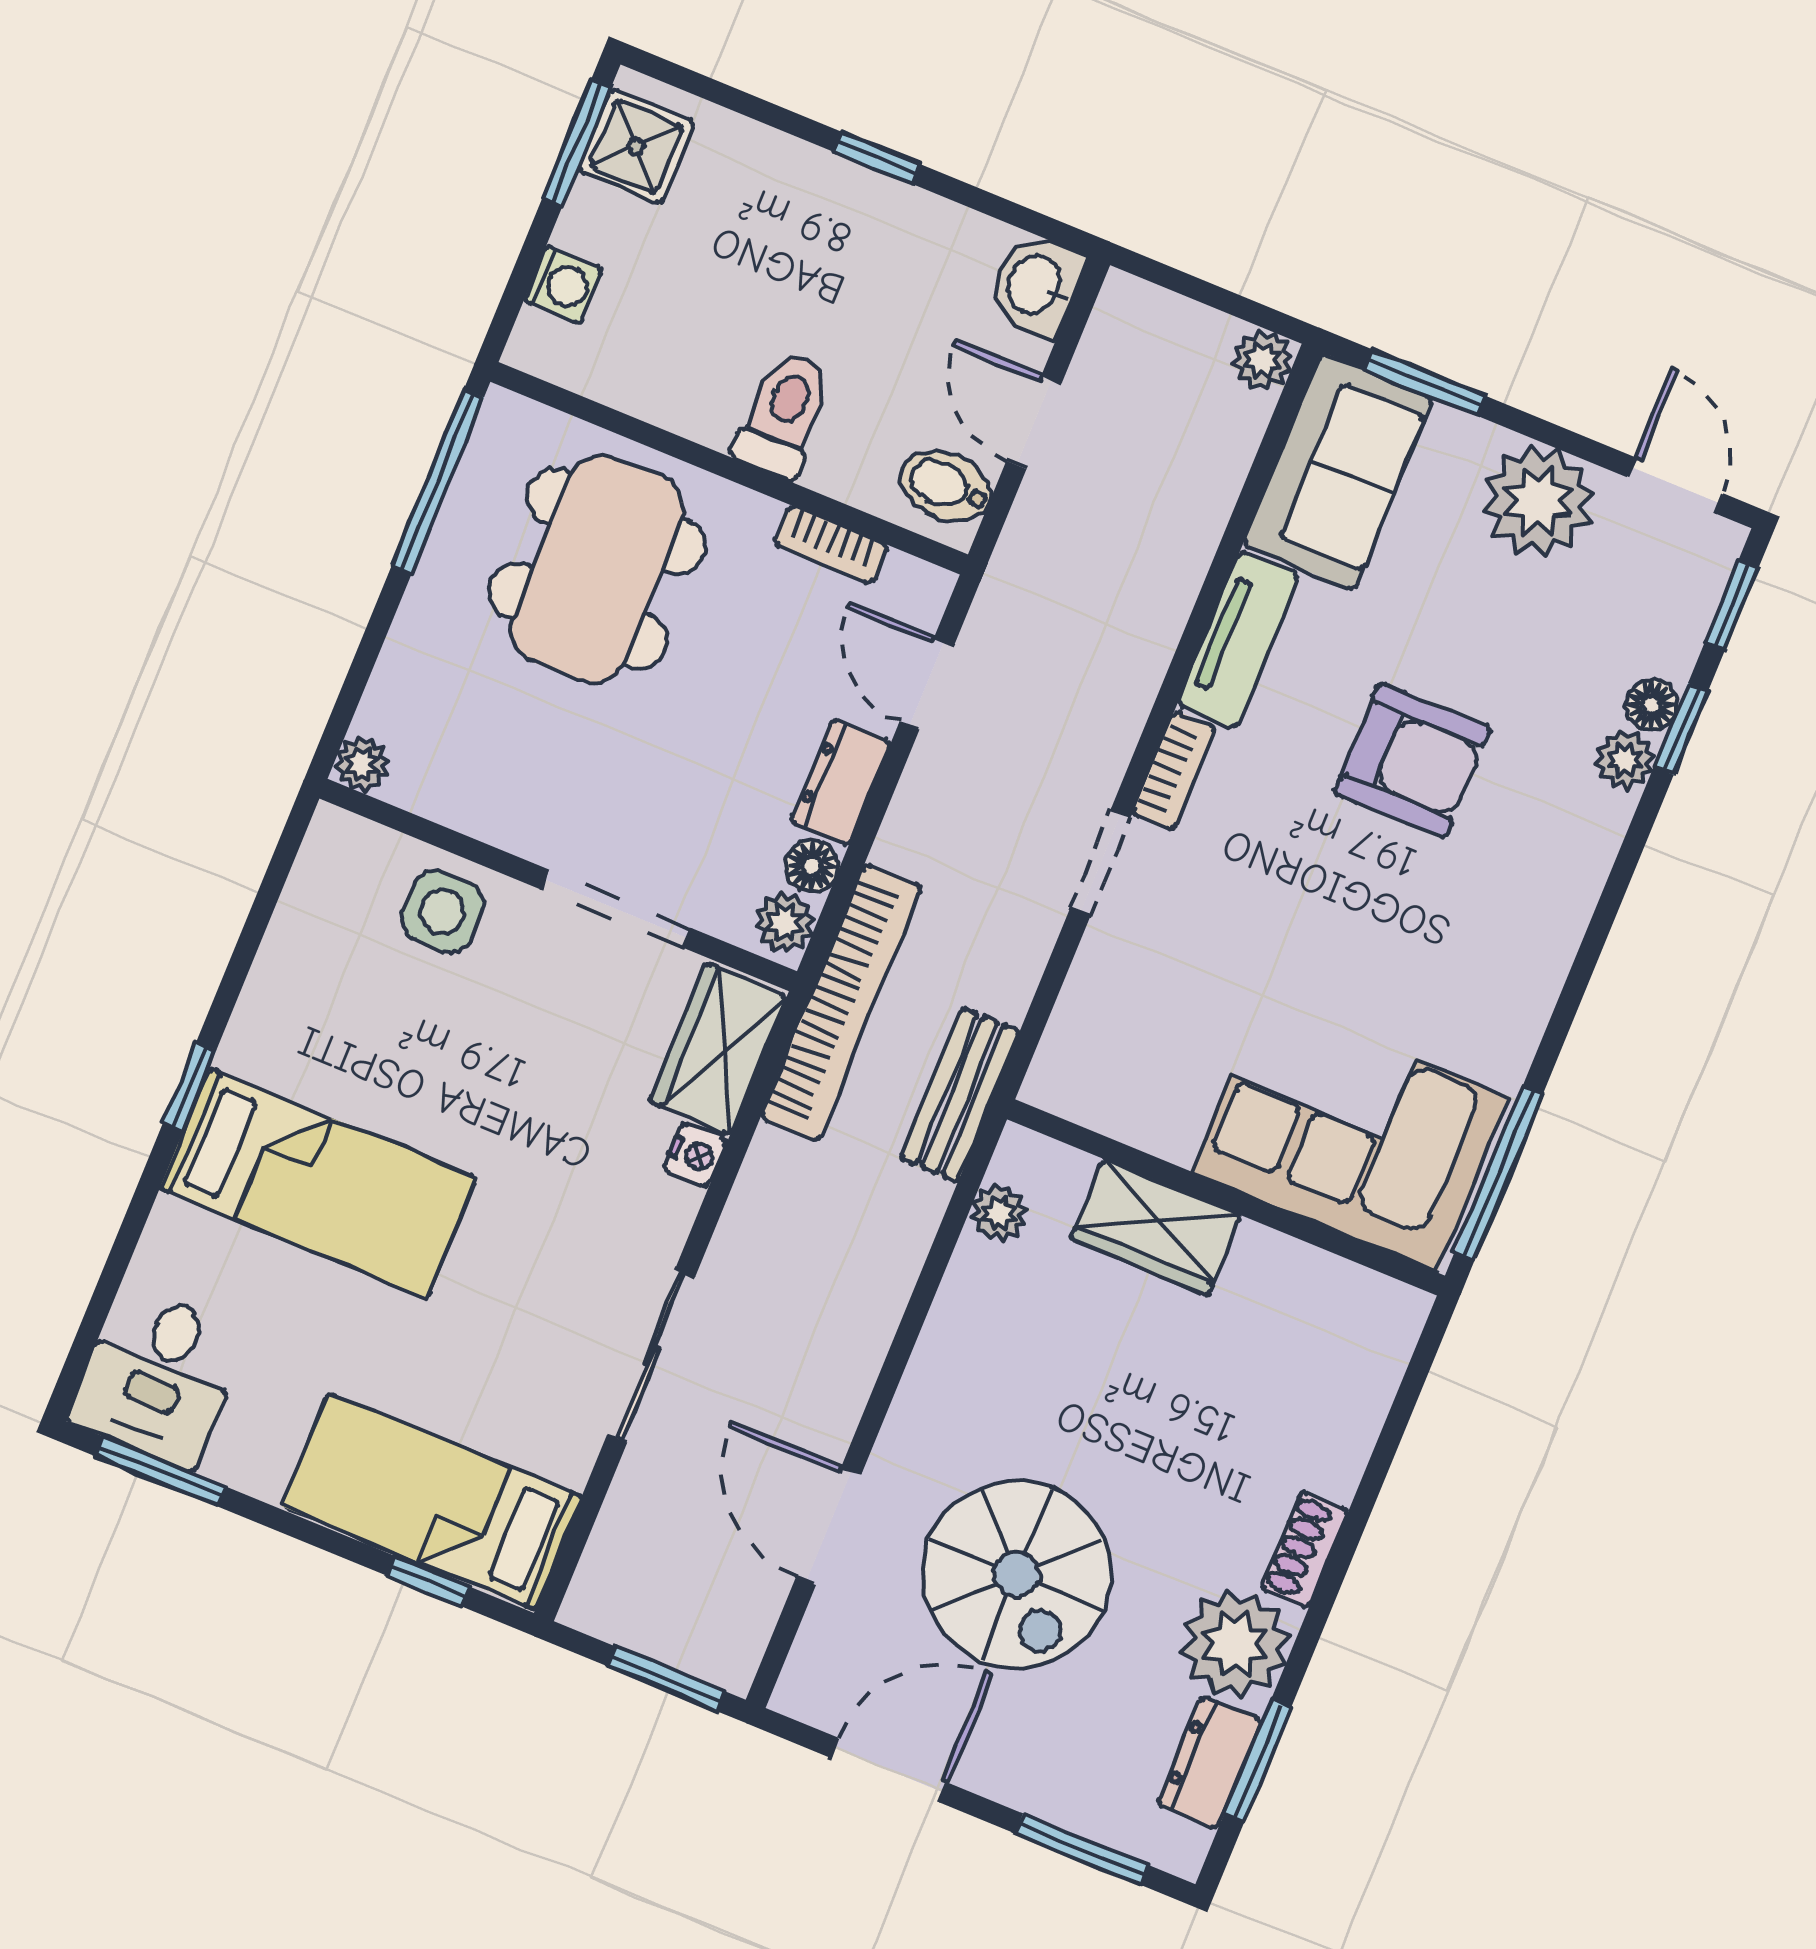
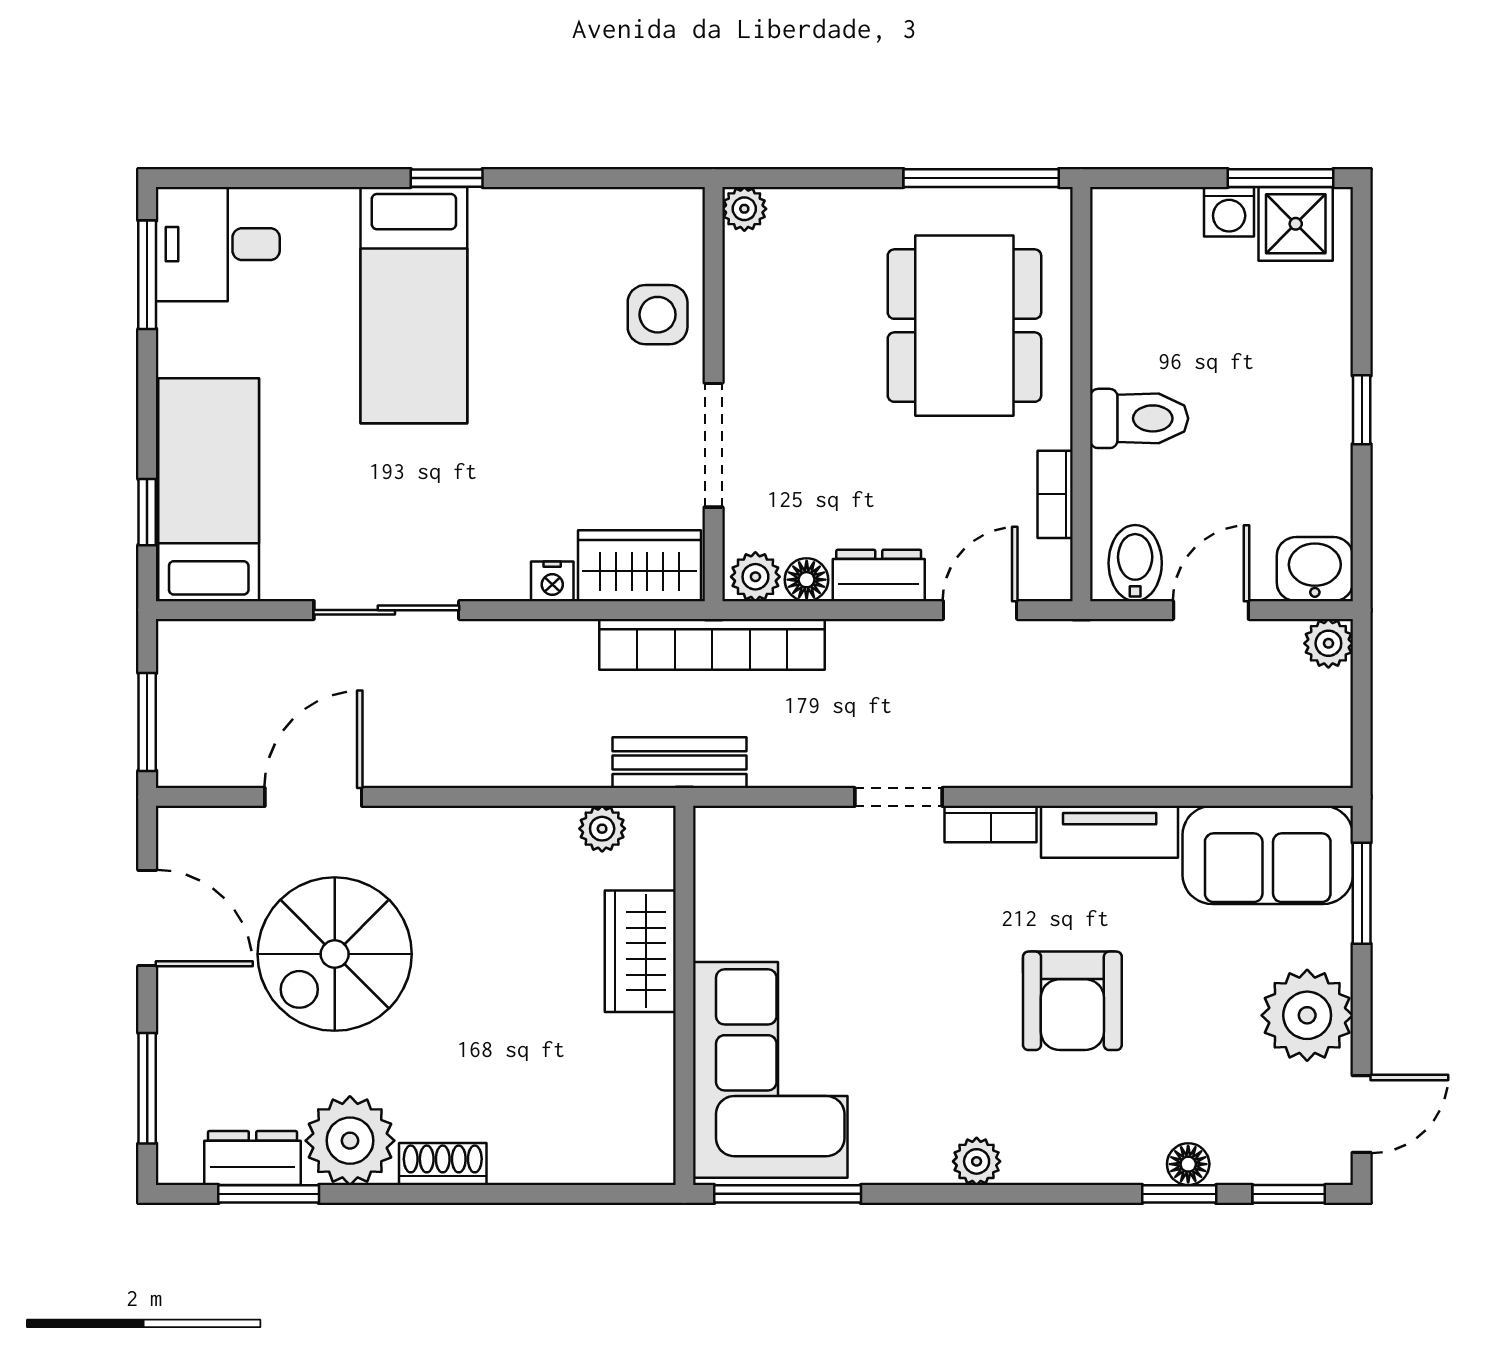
washing machine: (563, 285) -> (1229, 212), moved
plant: (1263, 360) -> (1328, 643), moved
dining table: (597, 569) -> (964, 326), turned 90
plant: (1625, 760) -> (977, 1161), moved

